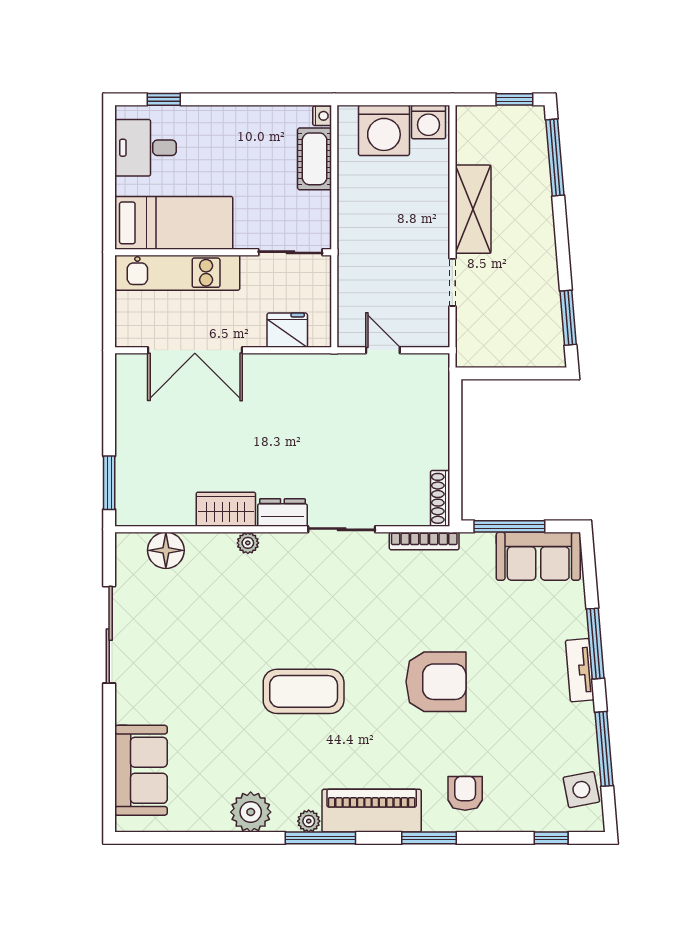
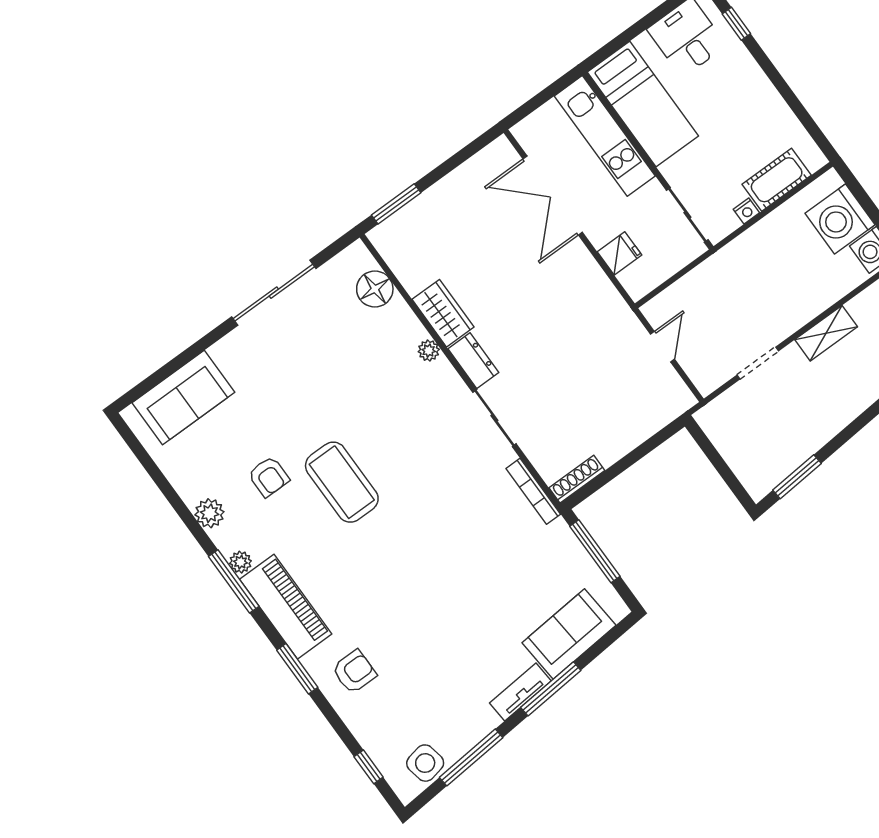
nightstand: (322, 116) -> (746, 211), moved
shelving: (473, 209) -> (826, 333), width x0.67, depth x0.75
fridge: (287, 330) -> (620, 253), width x0.72
sofa: (538, 556) -> (569, 634), moved, turned 85
armchair: (436, 682) -> (269, 477), moved, width x0.53, depth x0.53
plant: (251, 812) -> (210, 513), width x0.73, depth x0.73

